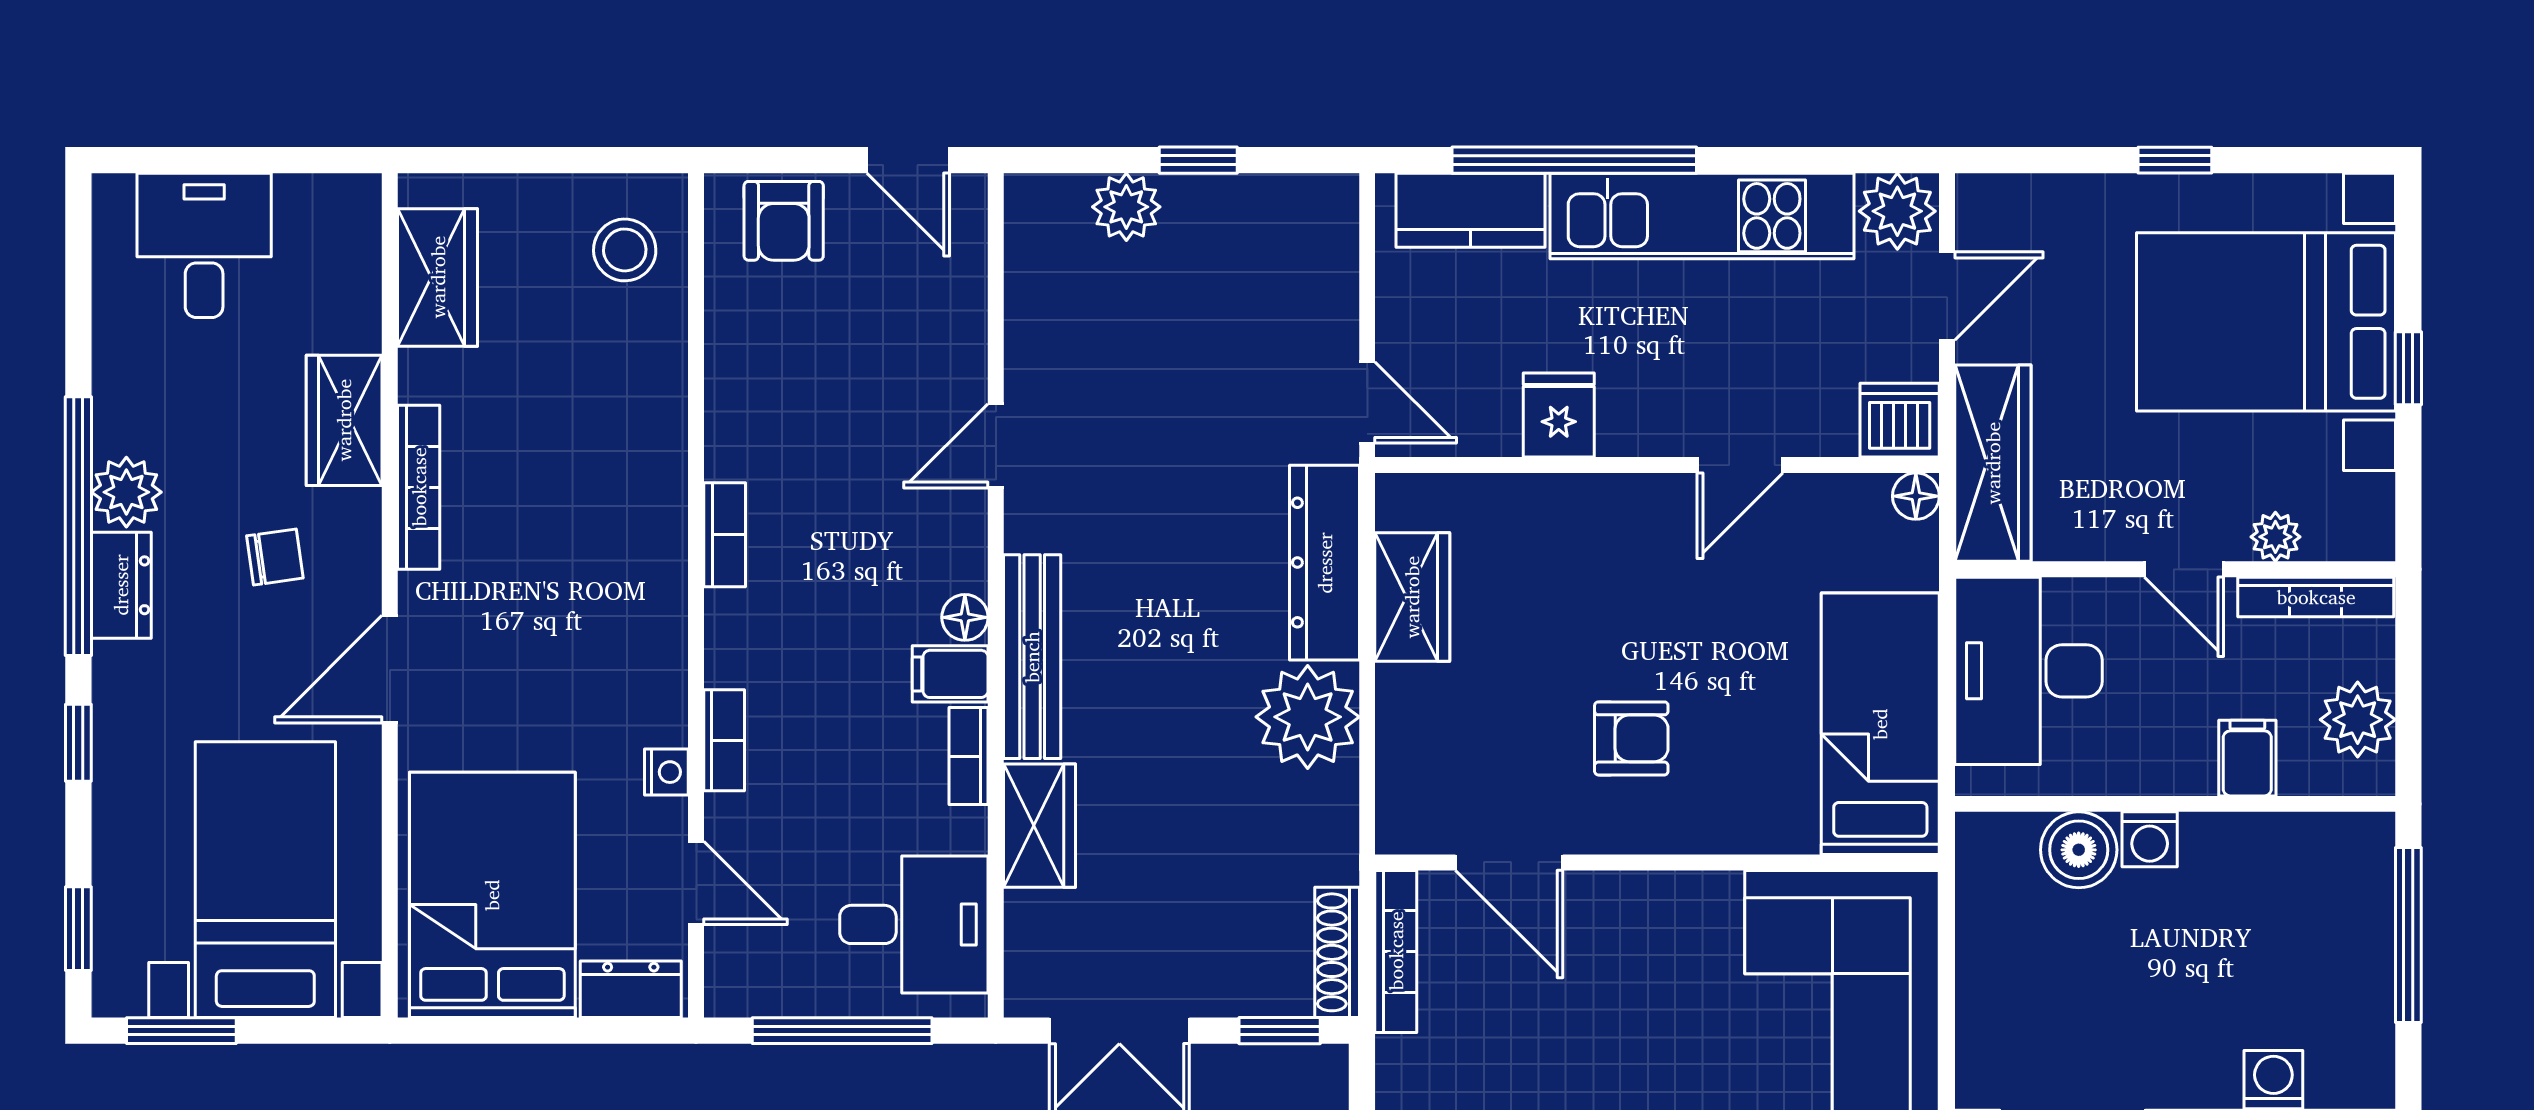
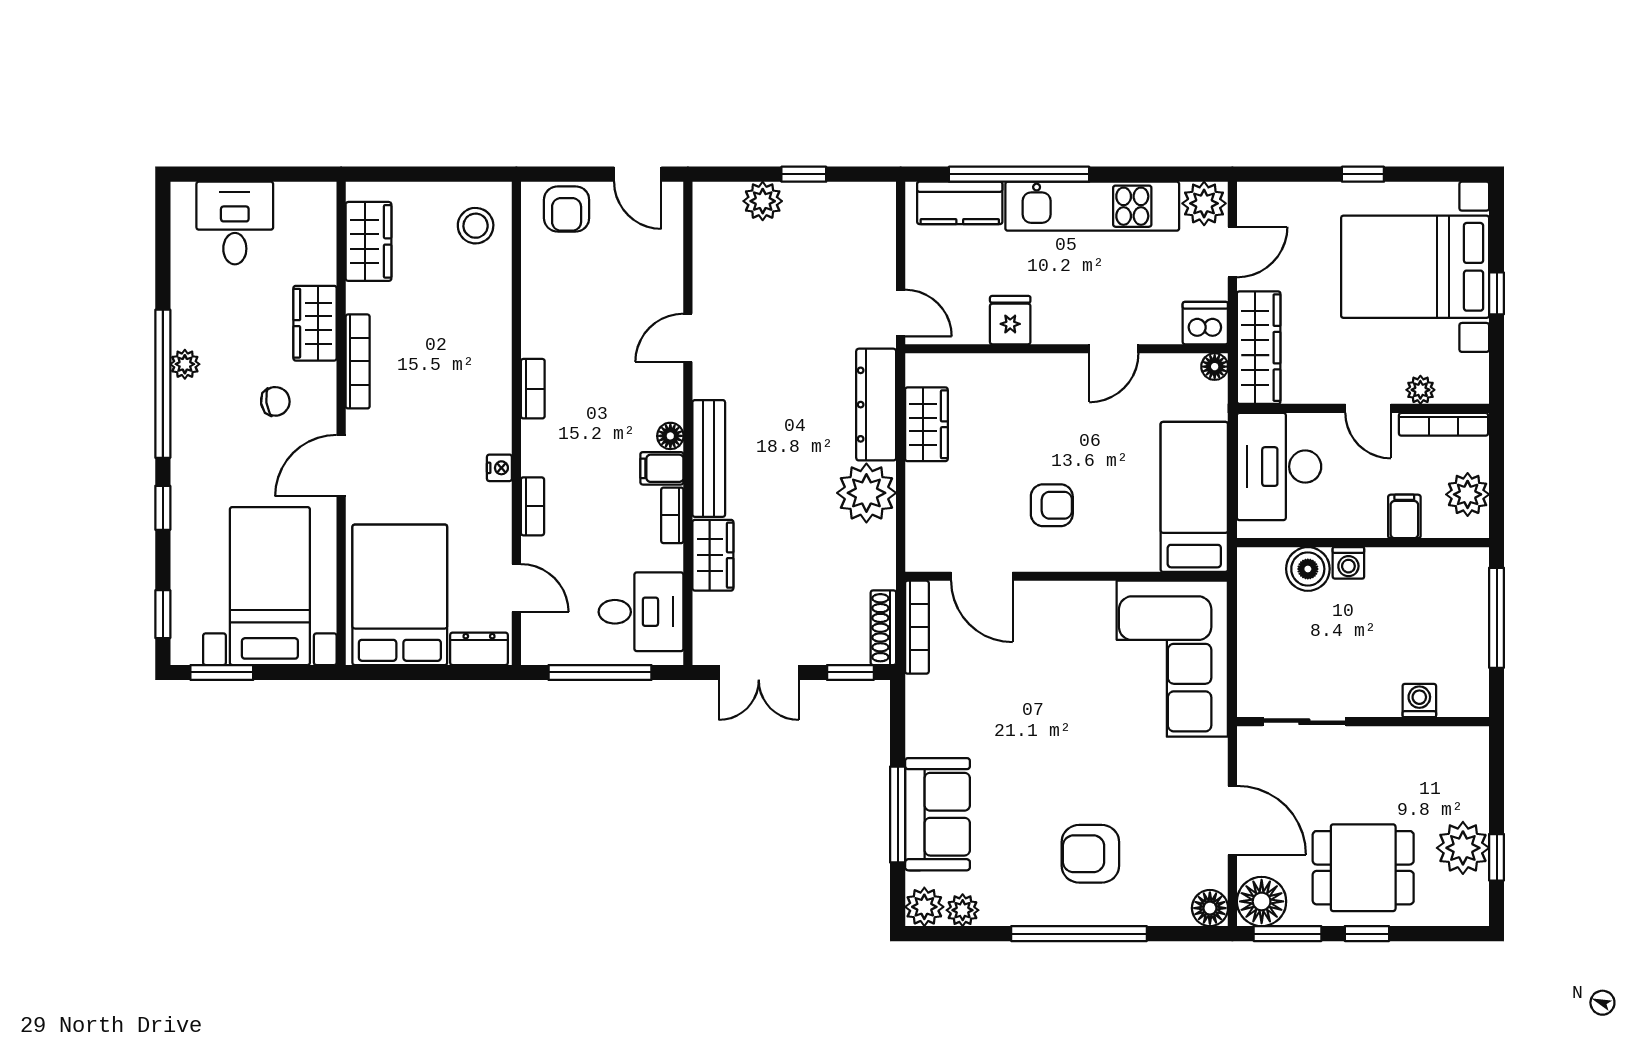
plant: (126, 492) -> (185, 364), width x0.73, depth x0.73
dresser: (121, 585) -> (187, 418), removed
nightstand: (666, 772) -> (499, 468), moved

